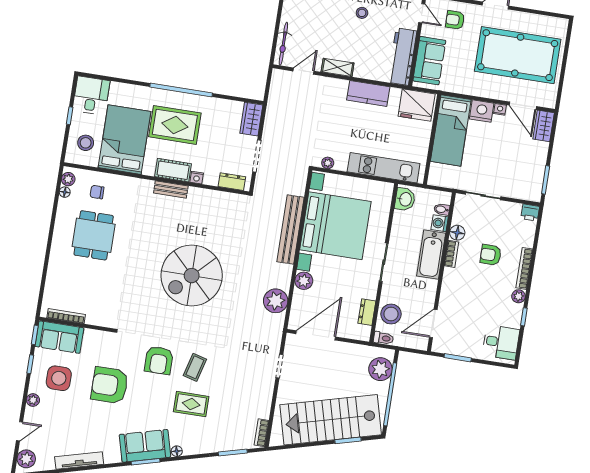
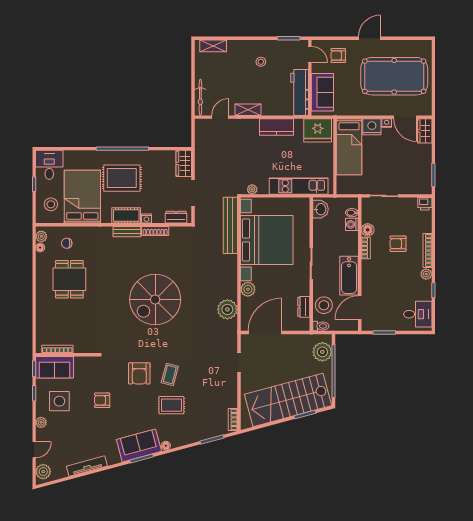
shoe rack: (205, 194) -> (155, 231), added
bench: (291, 230) -> (230, 225), moved
bathtub: (431, 255) -> (349, 276), moved
armchair: (110, 385) -> (102, 400), width x0.53, depth x0.53

